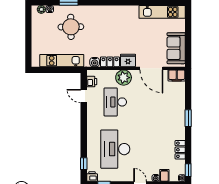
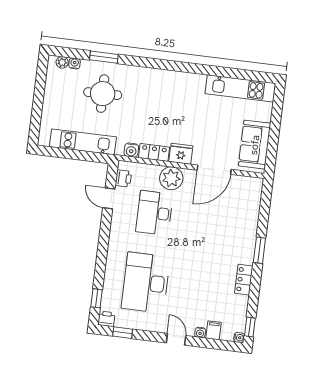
door: (151, 68) -> (214, 170), hinge flipped
filing cabinet: (177, 75) -> (250, 185), removed
locker: (180, 150) -> (244, 280), moved

